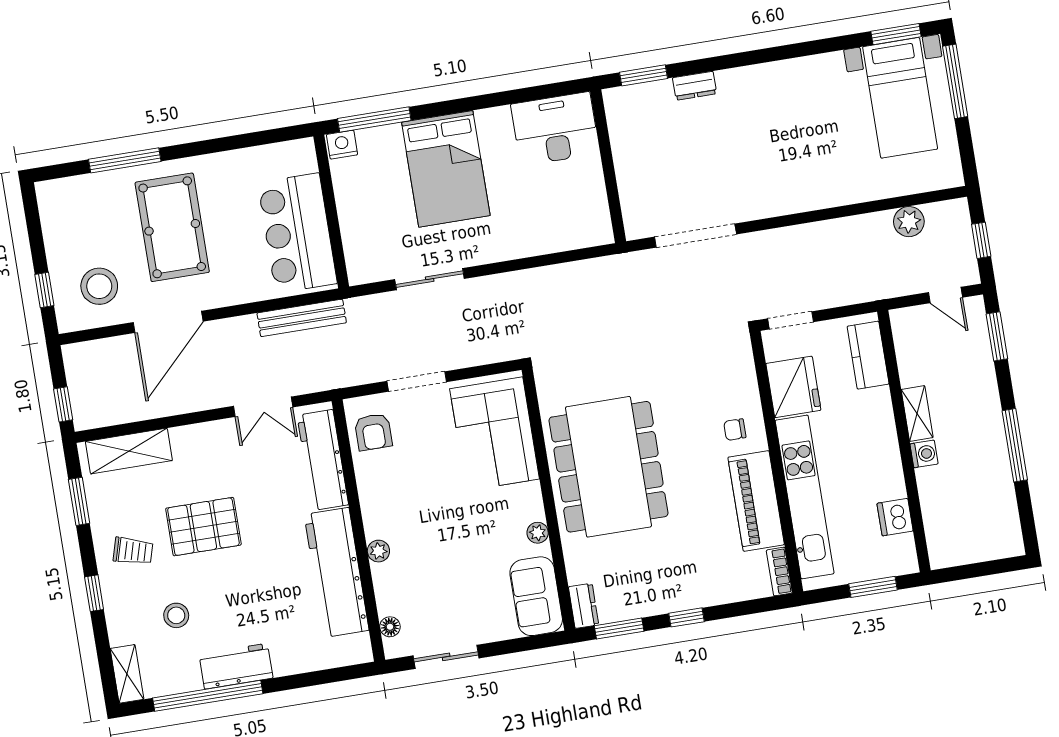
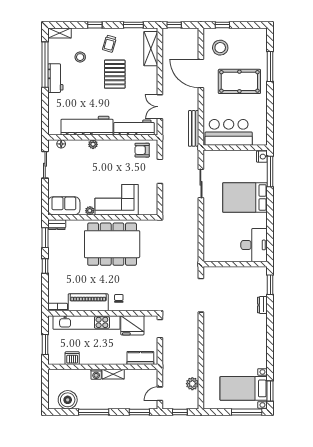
corner sofa: (495, 434) -> (117, 200), moved
boiler: (996, 512) -> (68, 400), added

